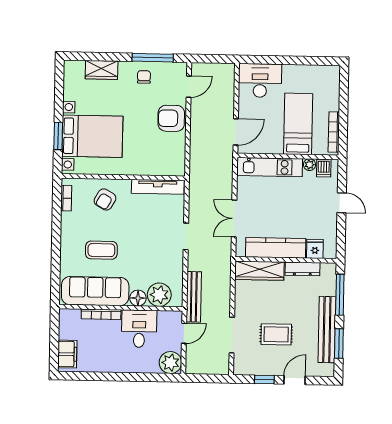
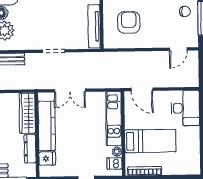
door: (189, 87) -> (178, 49), hinge flipped
armchair: (171, 118) -> (129, 22), moved
double door: (234, 218) -> (70, 91), swing flipped

